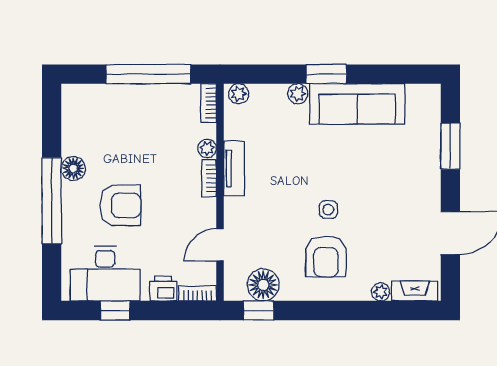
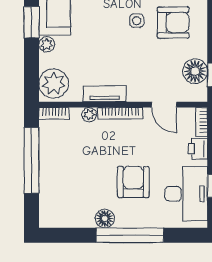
plant: (238, 94) -> (54, 83), width x1.87, depth x1.87
bookcase: (209, 178) -> (120, 113), width x1.56

